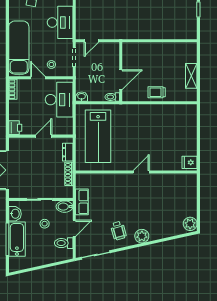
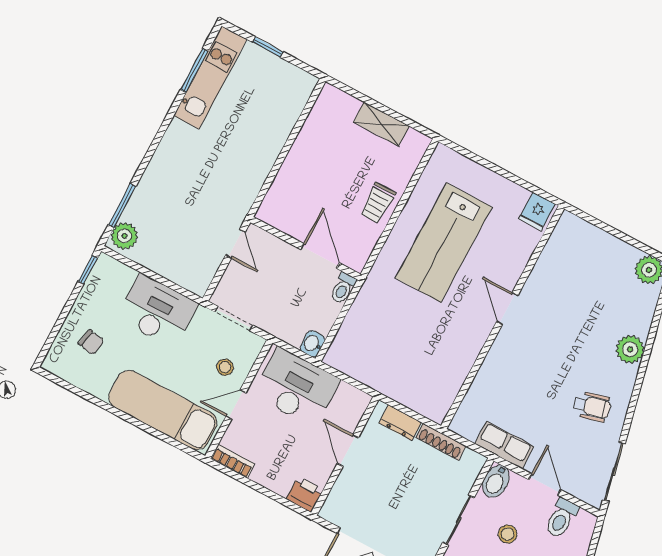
door: (91, 41) -> (235, 244), moved
lab bench: (98, 136) -> (444, 243), moved, turned 90
plant: (142, 236) -> (630, 349), moved

